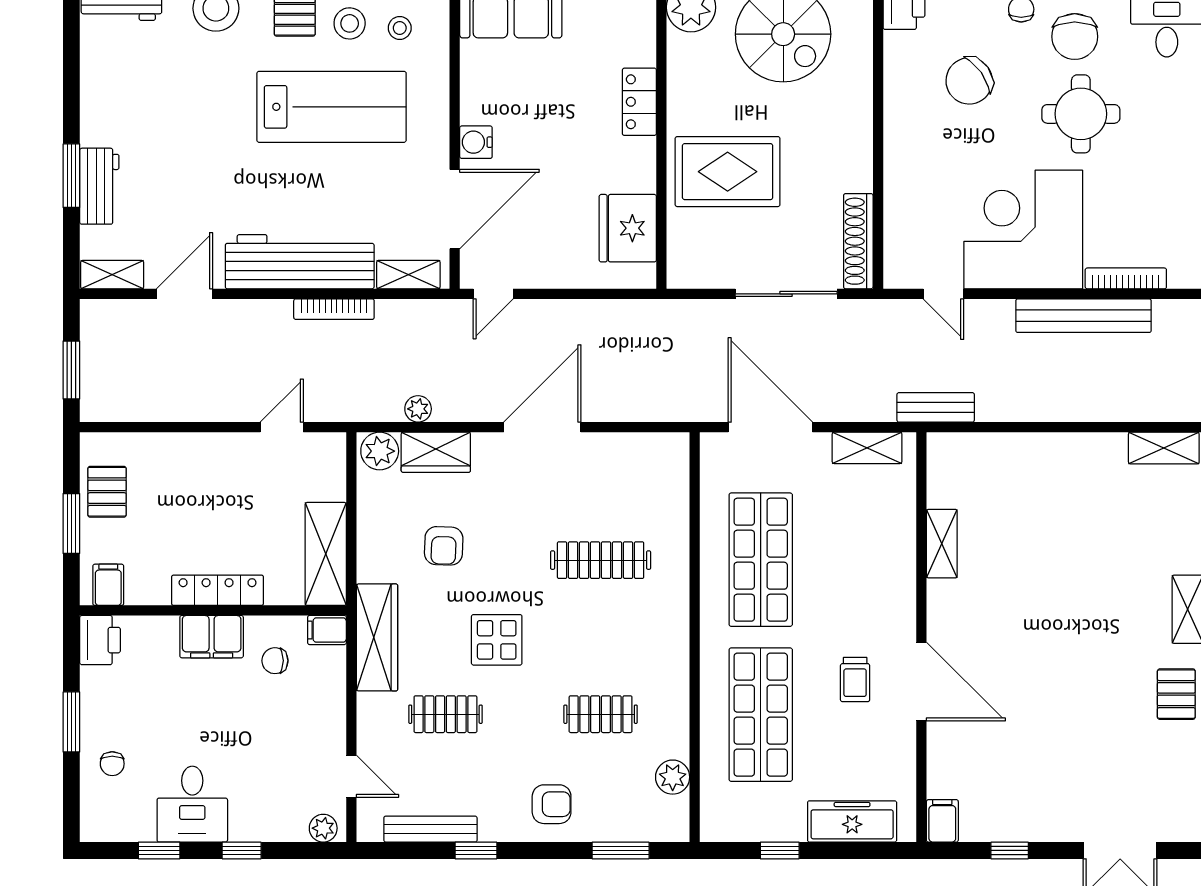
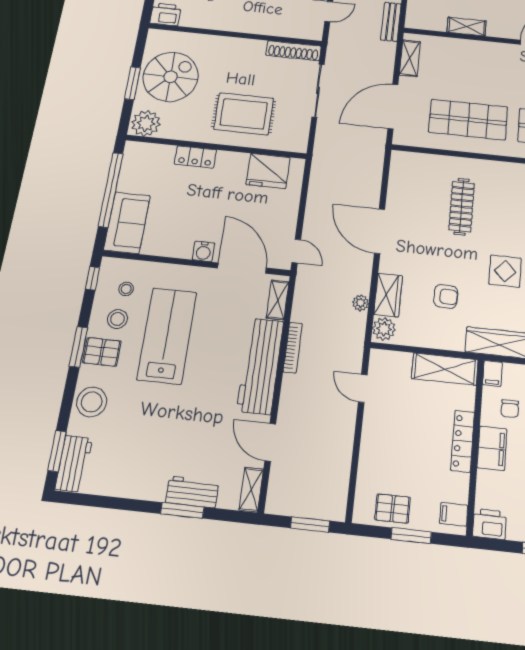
rug: (728, 172) -> (244, 114), turned 90

